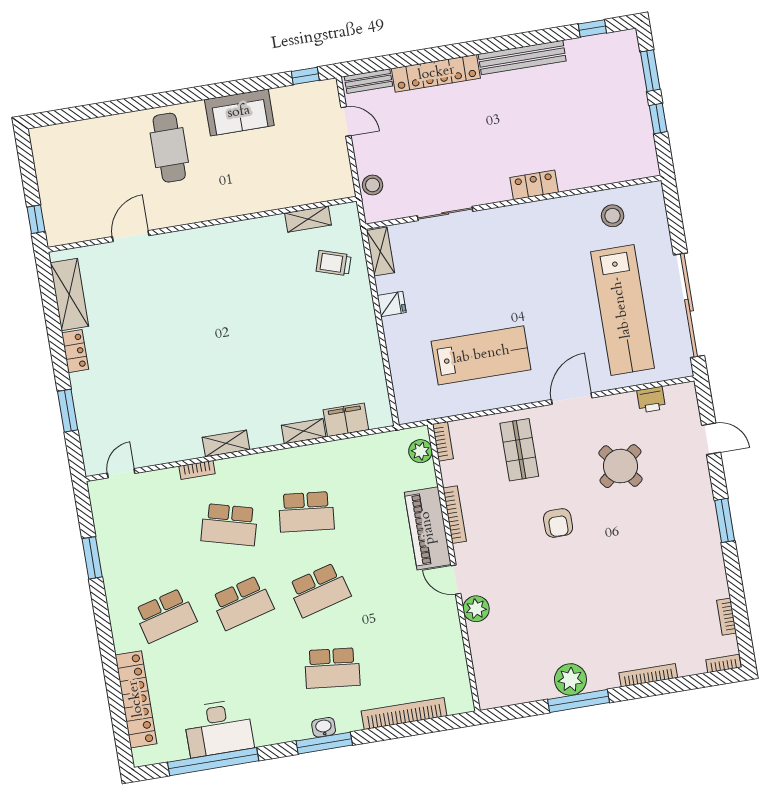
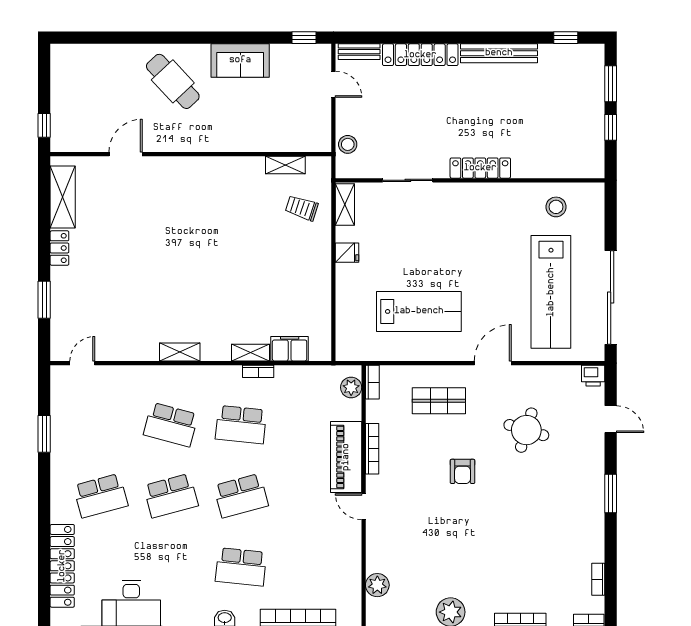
cafe table: (169, 148) -> (173, 81), turned -43
locker: (534, 185) -> (480, 168), width x1.53
printer: (651, 400) -> (593, 376), moved
shop shelf: (519, 450) -> (439, 401), turned 90
round table: (620, 466) -> (526, 430), turned -35
bookcase: (197, 470) -> (258, 371), moved
plant: (476, 609) -> (377, 585), moved

